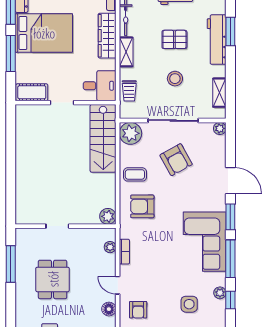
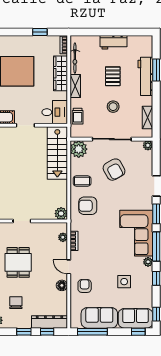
pallet: (174, 39) -> (113, 76), turned 90
plant: (220, 293) -> (148, 262), moved
armchair: (138, 310) -> (85, 286), turned 180

